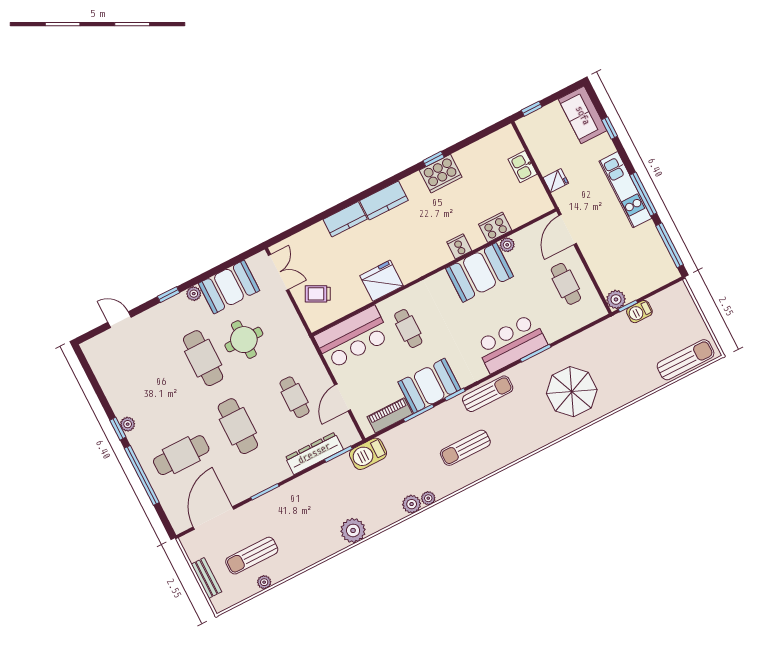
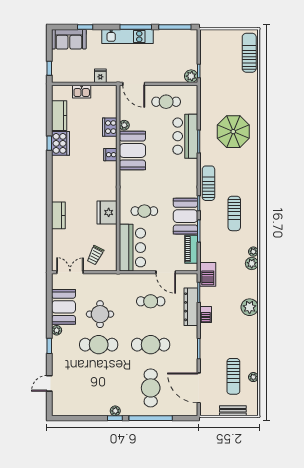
kitchen counter: (384, 201) -> (59, 116), moved
barbecue: (639, 312) -> (206, 315), moved
bar counter: (511, 344) -> (185, 136), moved

